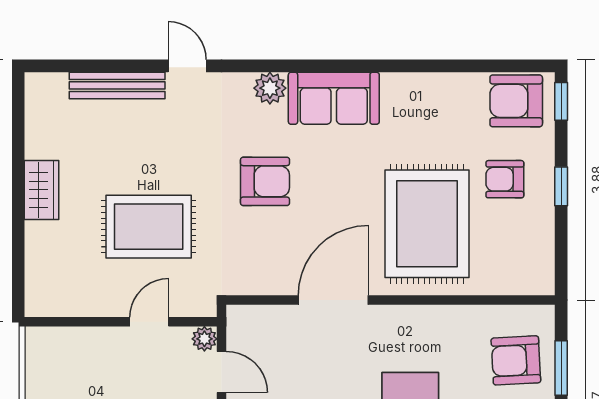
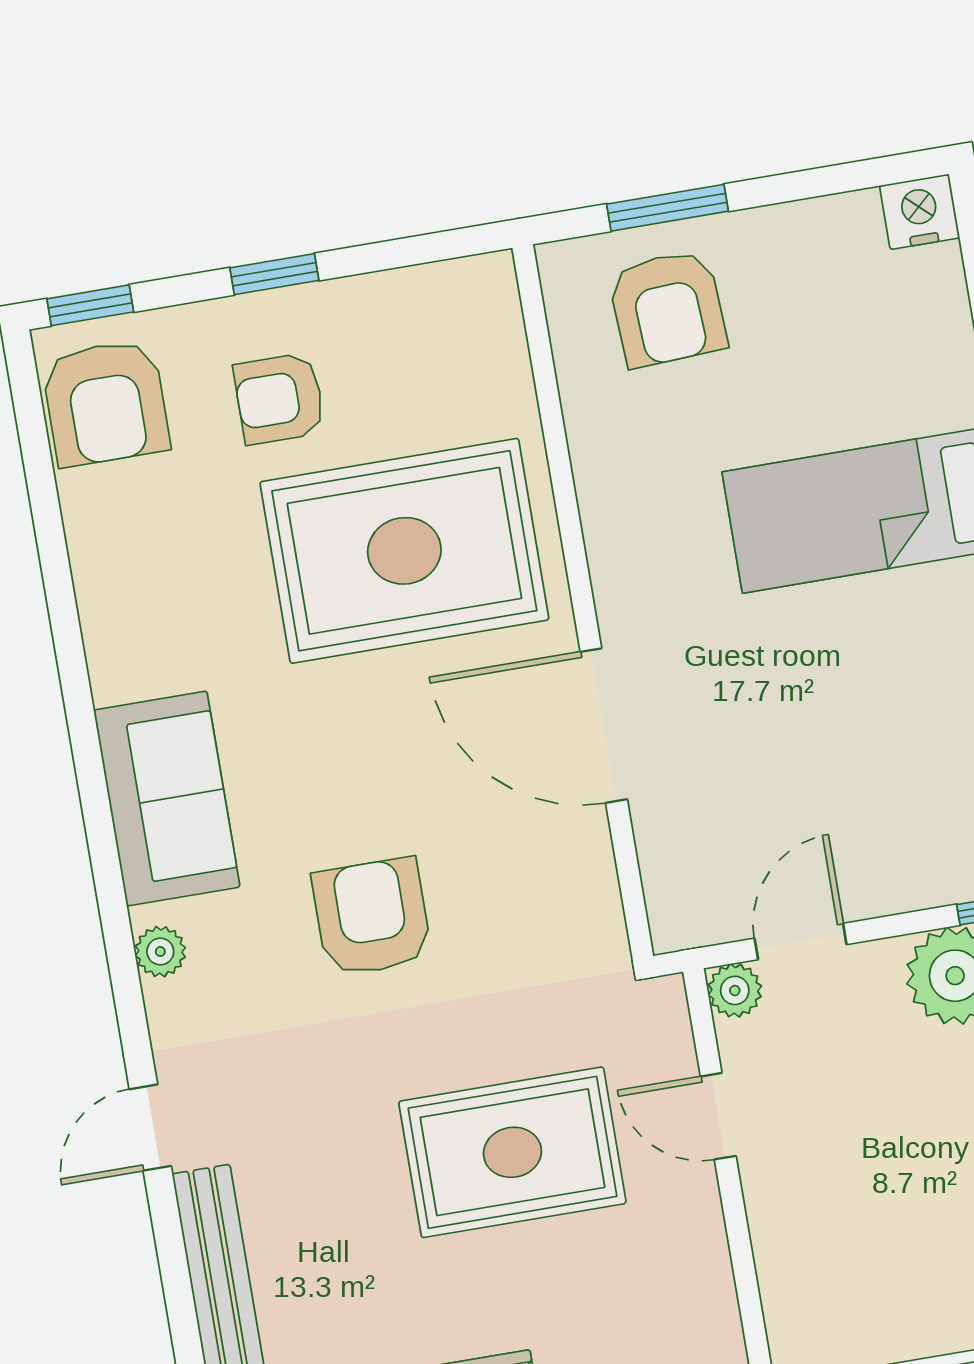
plant: (270, 88) -> (160, 952), width x0.73, depth x0.73
armchair: (505, 179) -> (279, 399), turned 90
rug: (149, 227) -> (512, 1152), turned 90

